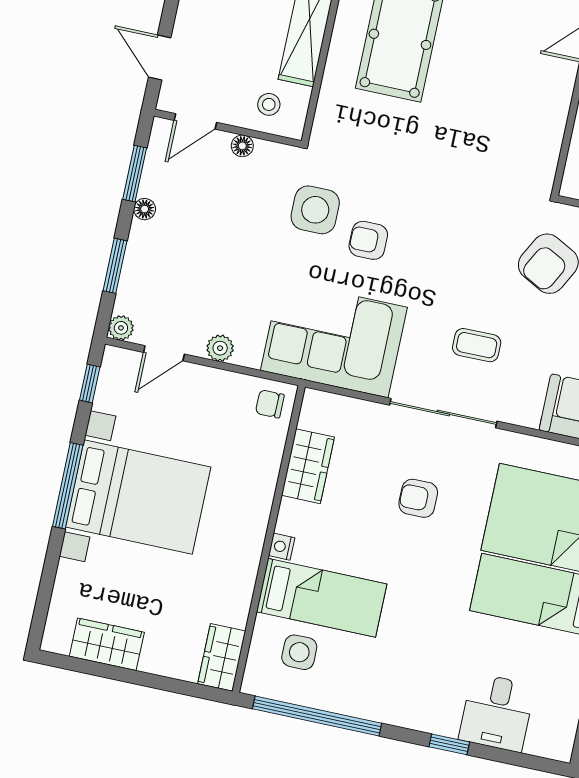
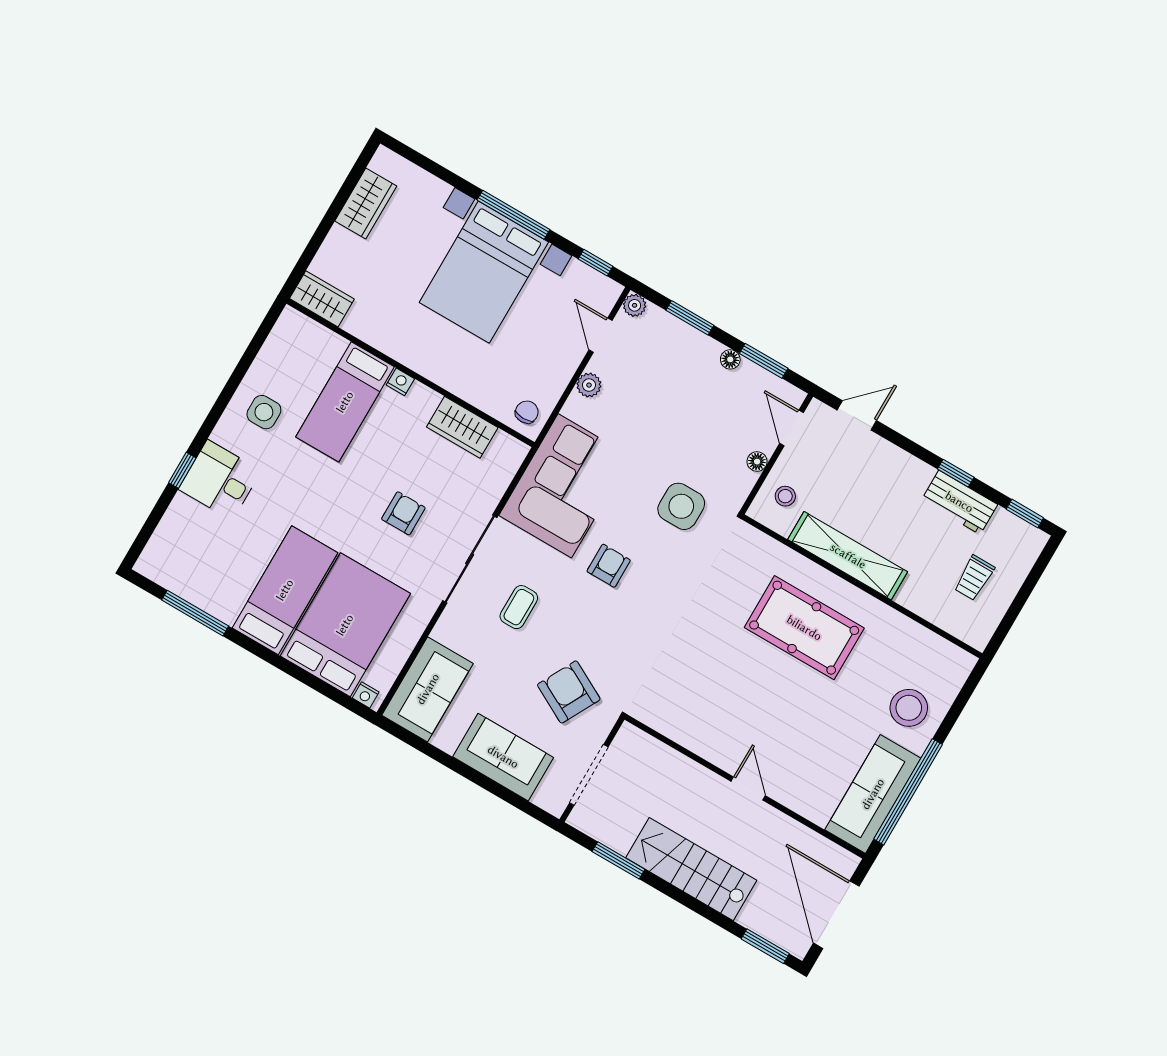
armchair: (368, 240) -> (609, 566), moved
side table: (299, 652) -> (264, 412), moved
desk: (497, 712) -> (220, 480), moved
window: (317, 716) -> (244, 364), removed

